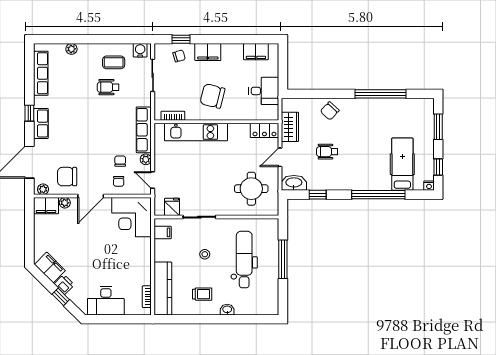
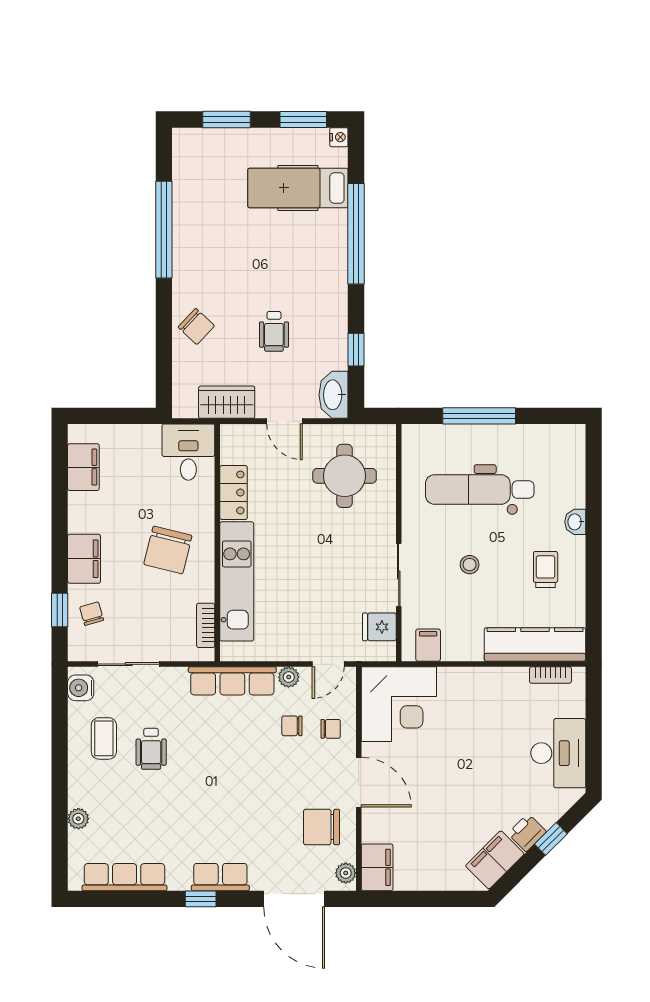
desk: (264, 91) -> (188, 452), moved
locker: (264, 130) -> (234, 493), moved
window: (438, 167) -> (303, 120), width x1.50
chair: (67, 177) -> (322, 827), turned 90
plant: (65, 203) -> (371, 831), removed

